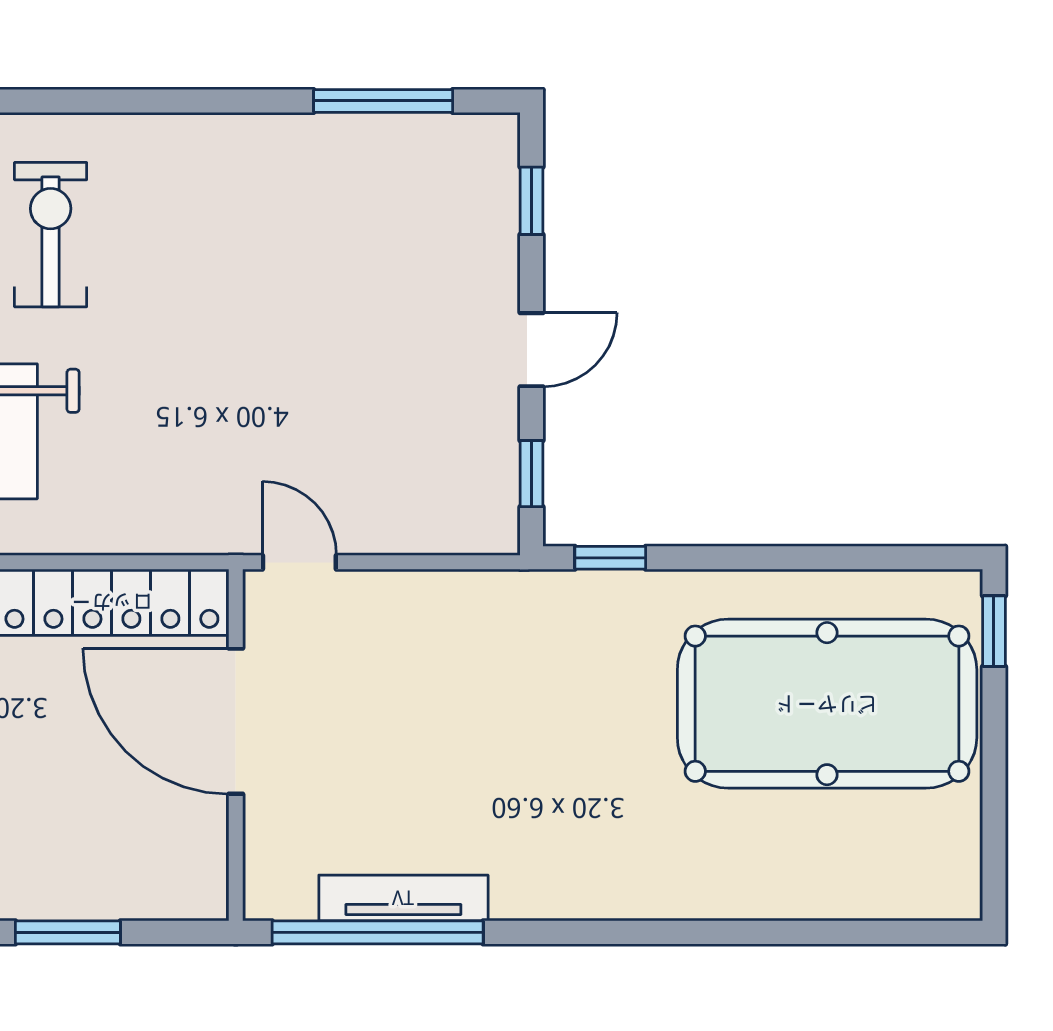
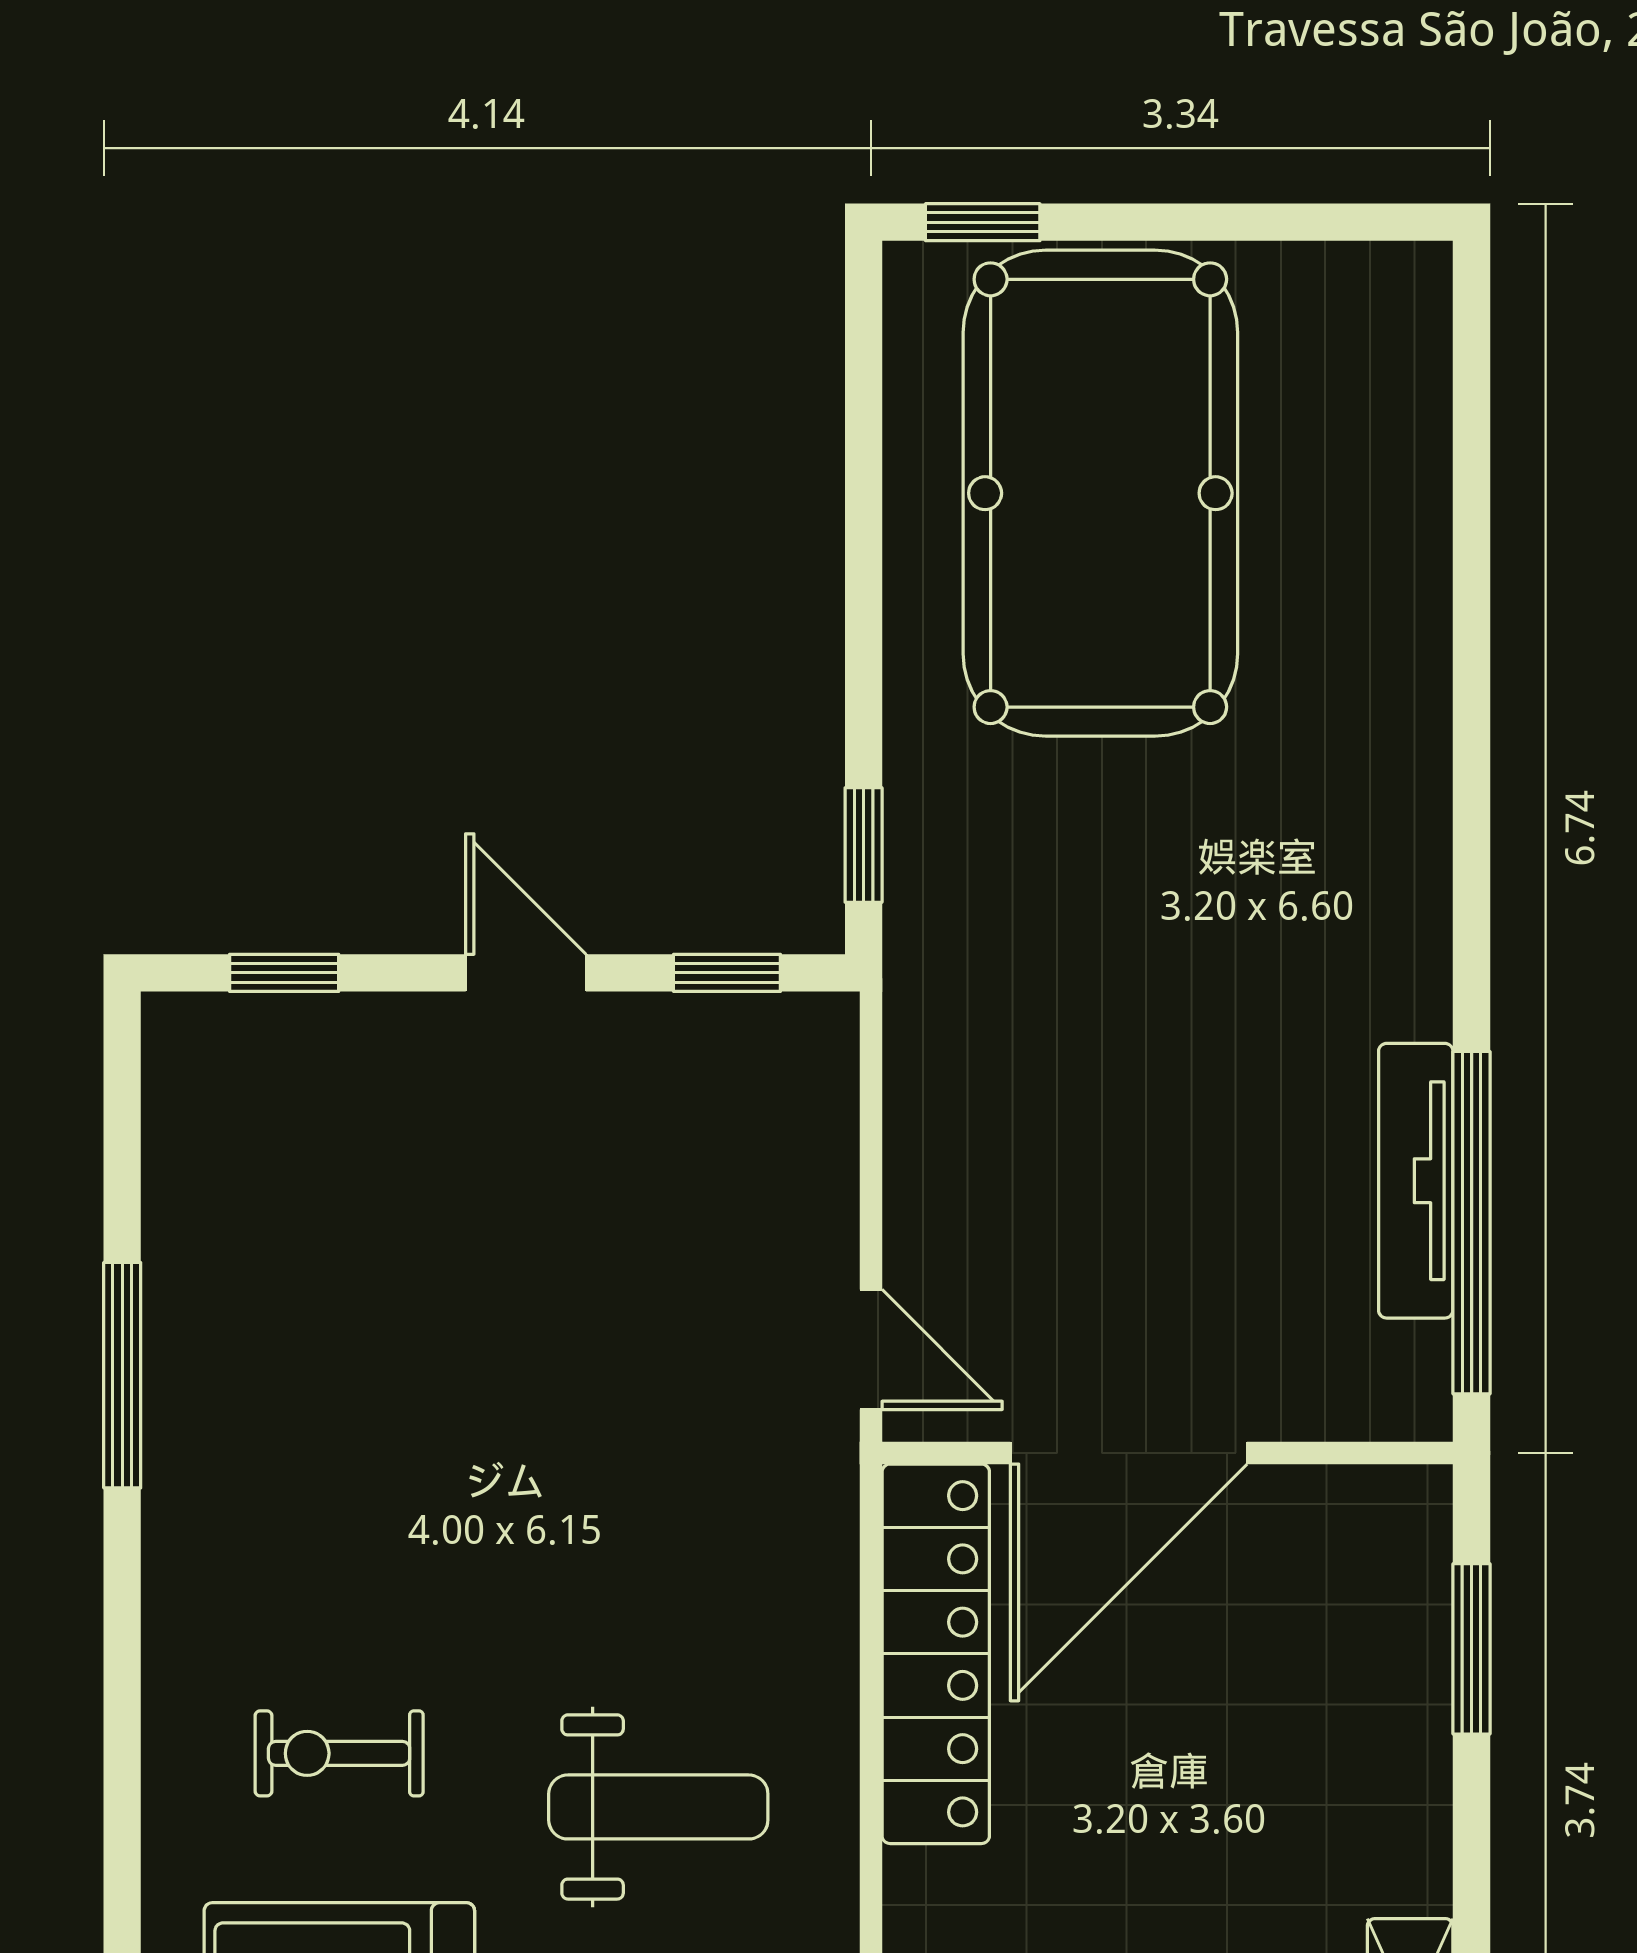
window: (383, 101) -> (122, 1375), moved
exercise bike: (51, 235) -> (339, 1753), width x0.73, depth x0.72
door: (299, 562) -> (871, 1349), swing flipped
window: (68, 932) -> (1472, 1649), moved

